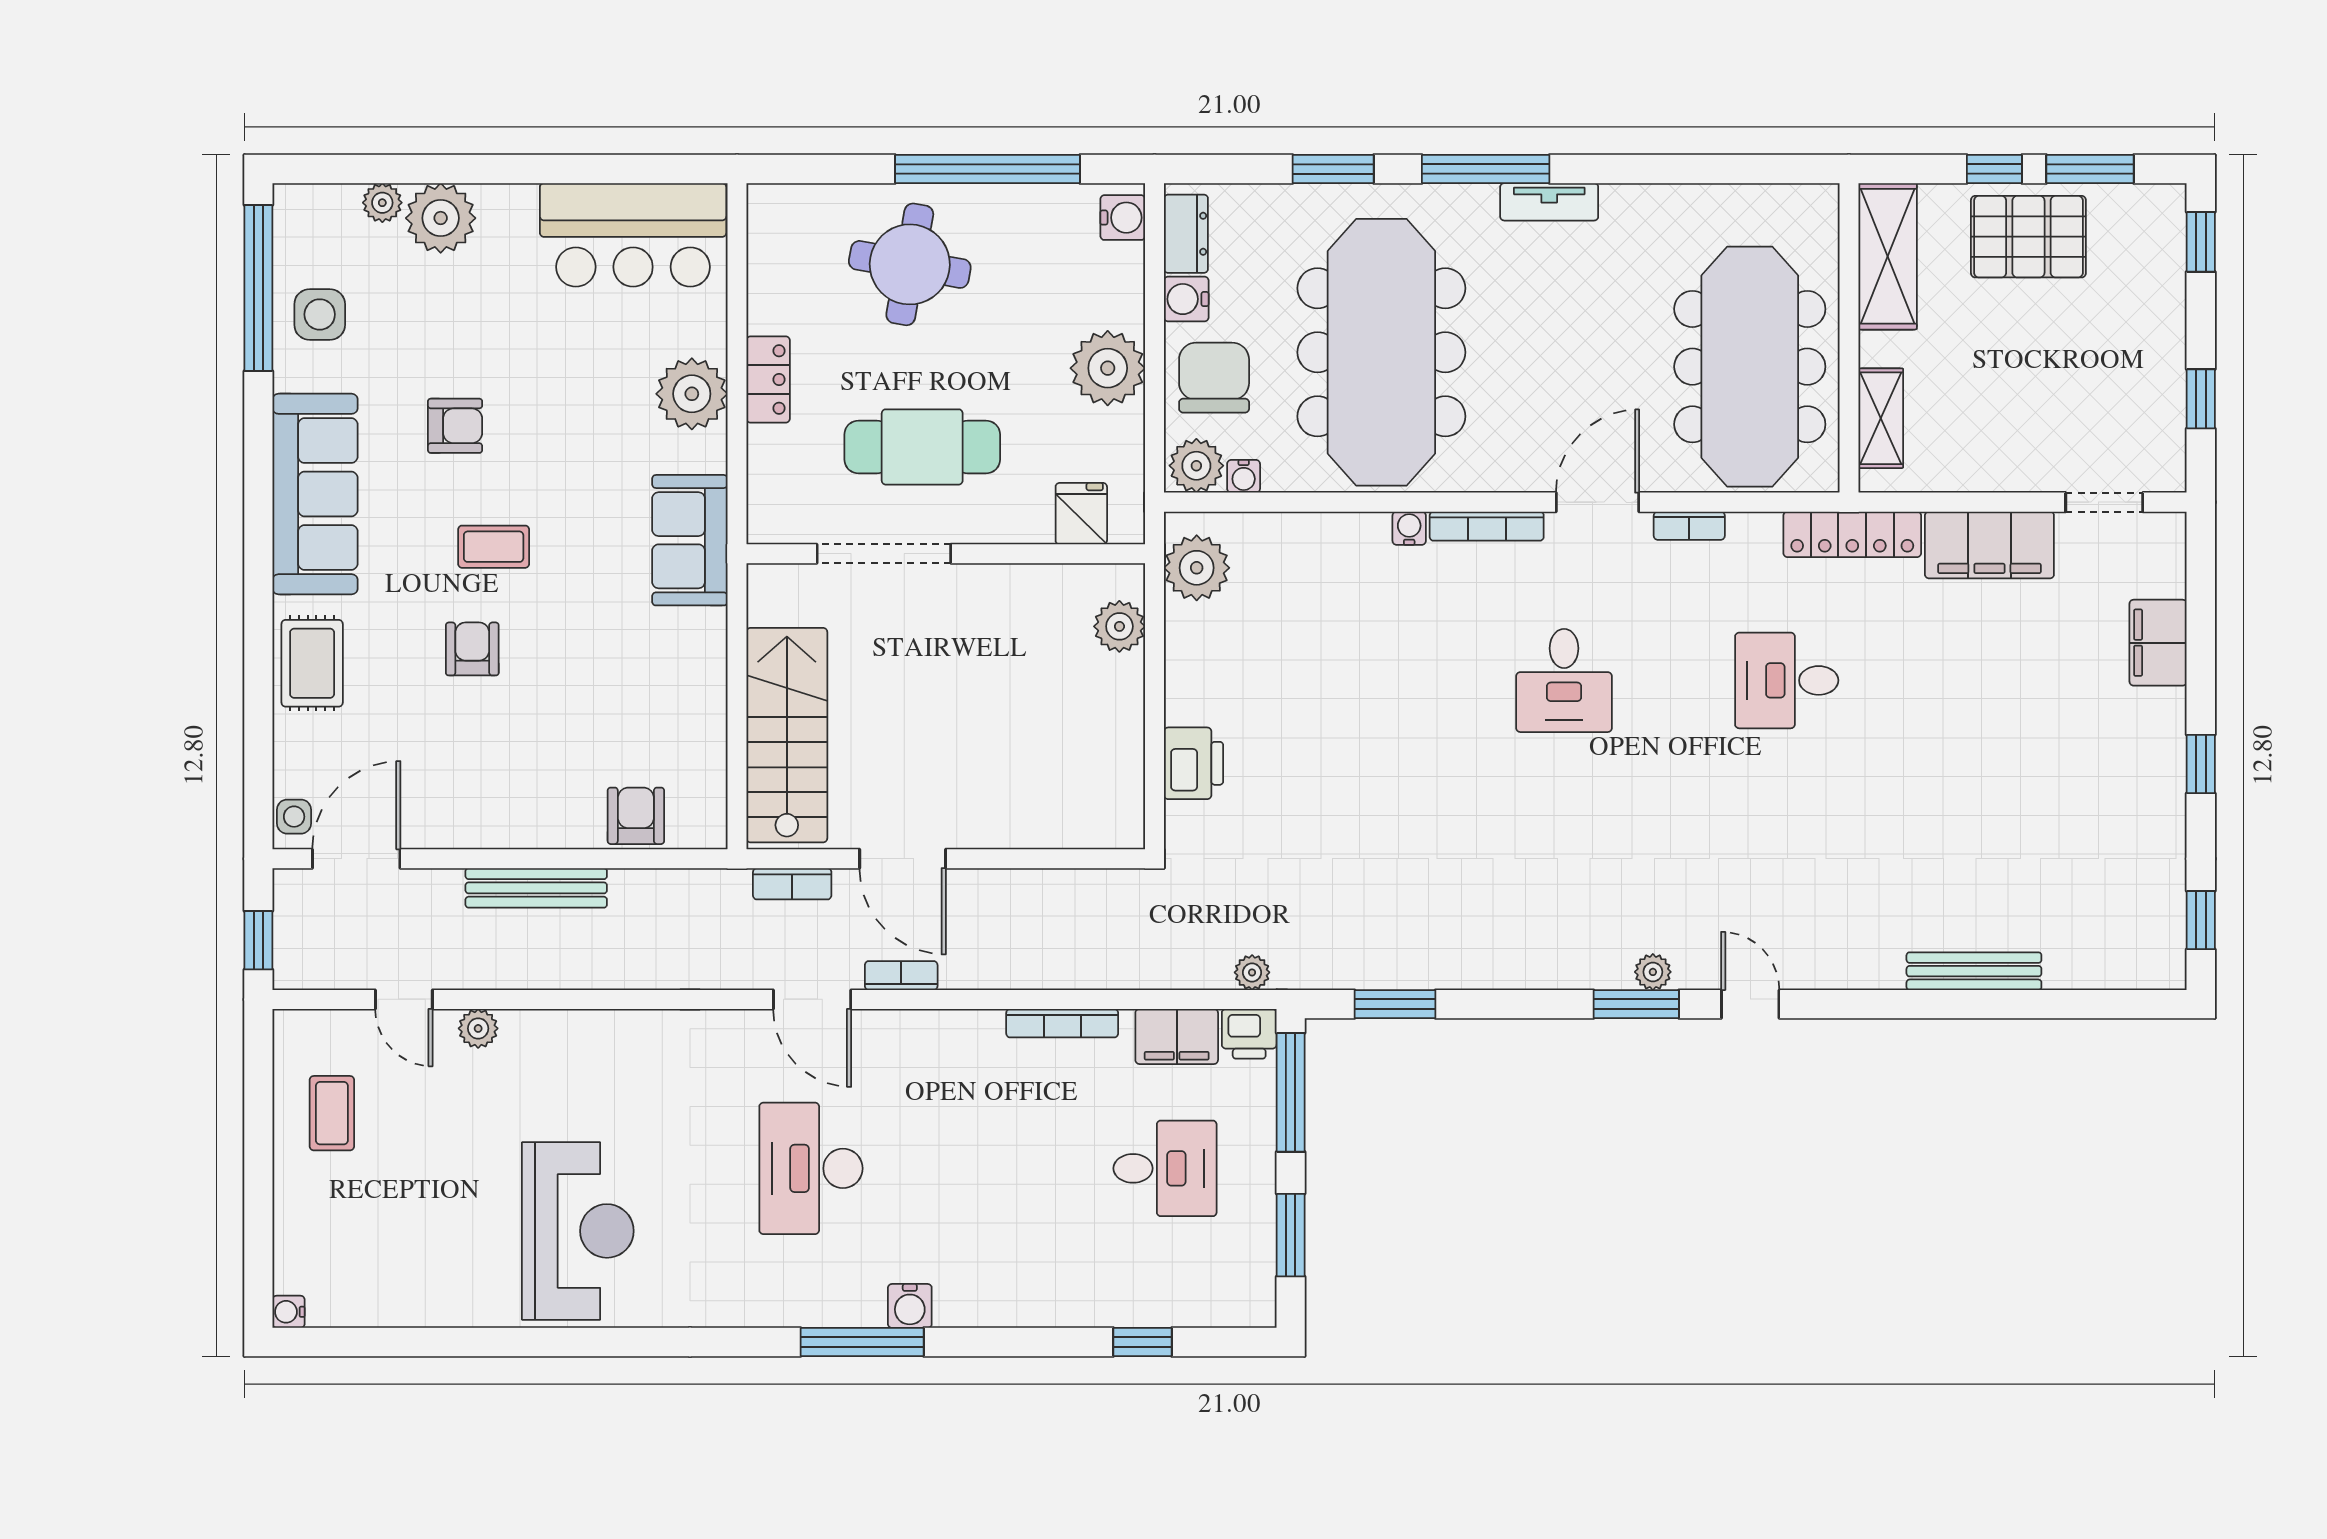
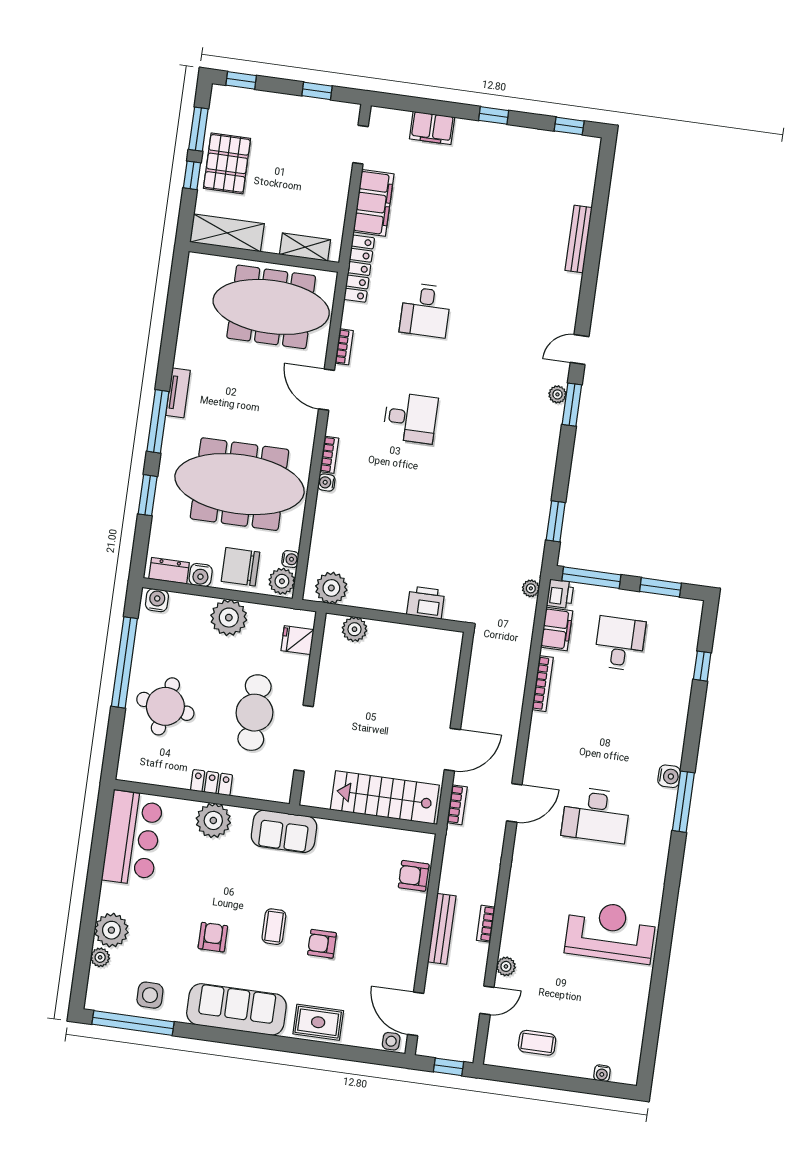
bookcase: (1487, 526) -> (329, 455), width x0.64
bookcase: (901, 976) -> (486, 924), moved
water cooler: (289, 1312) -> (602, 1073), moved

